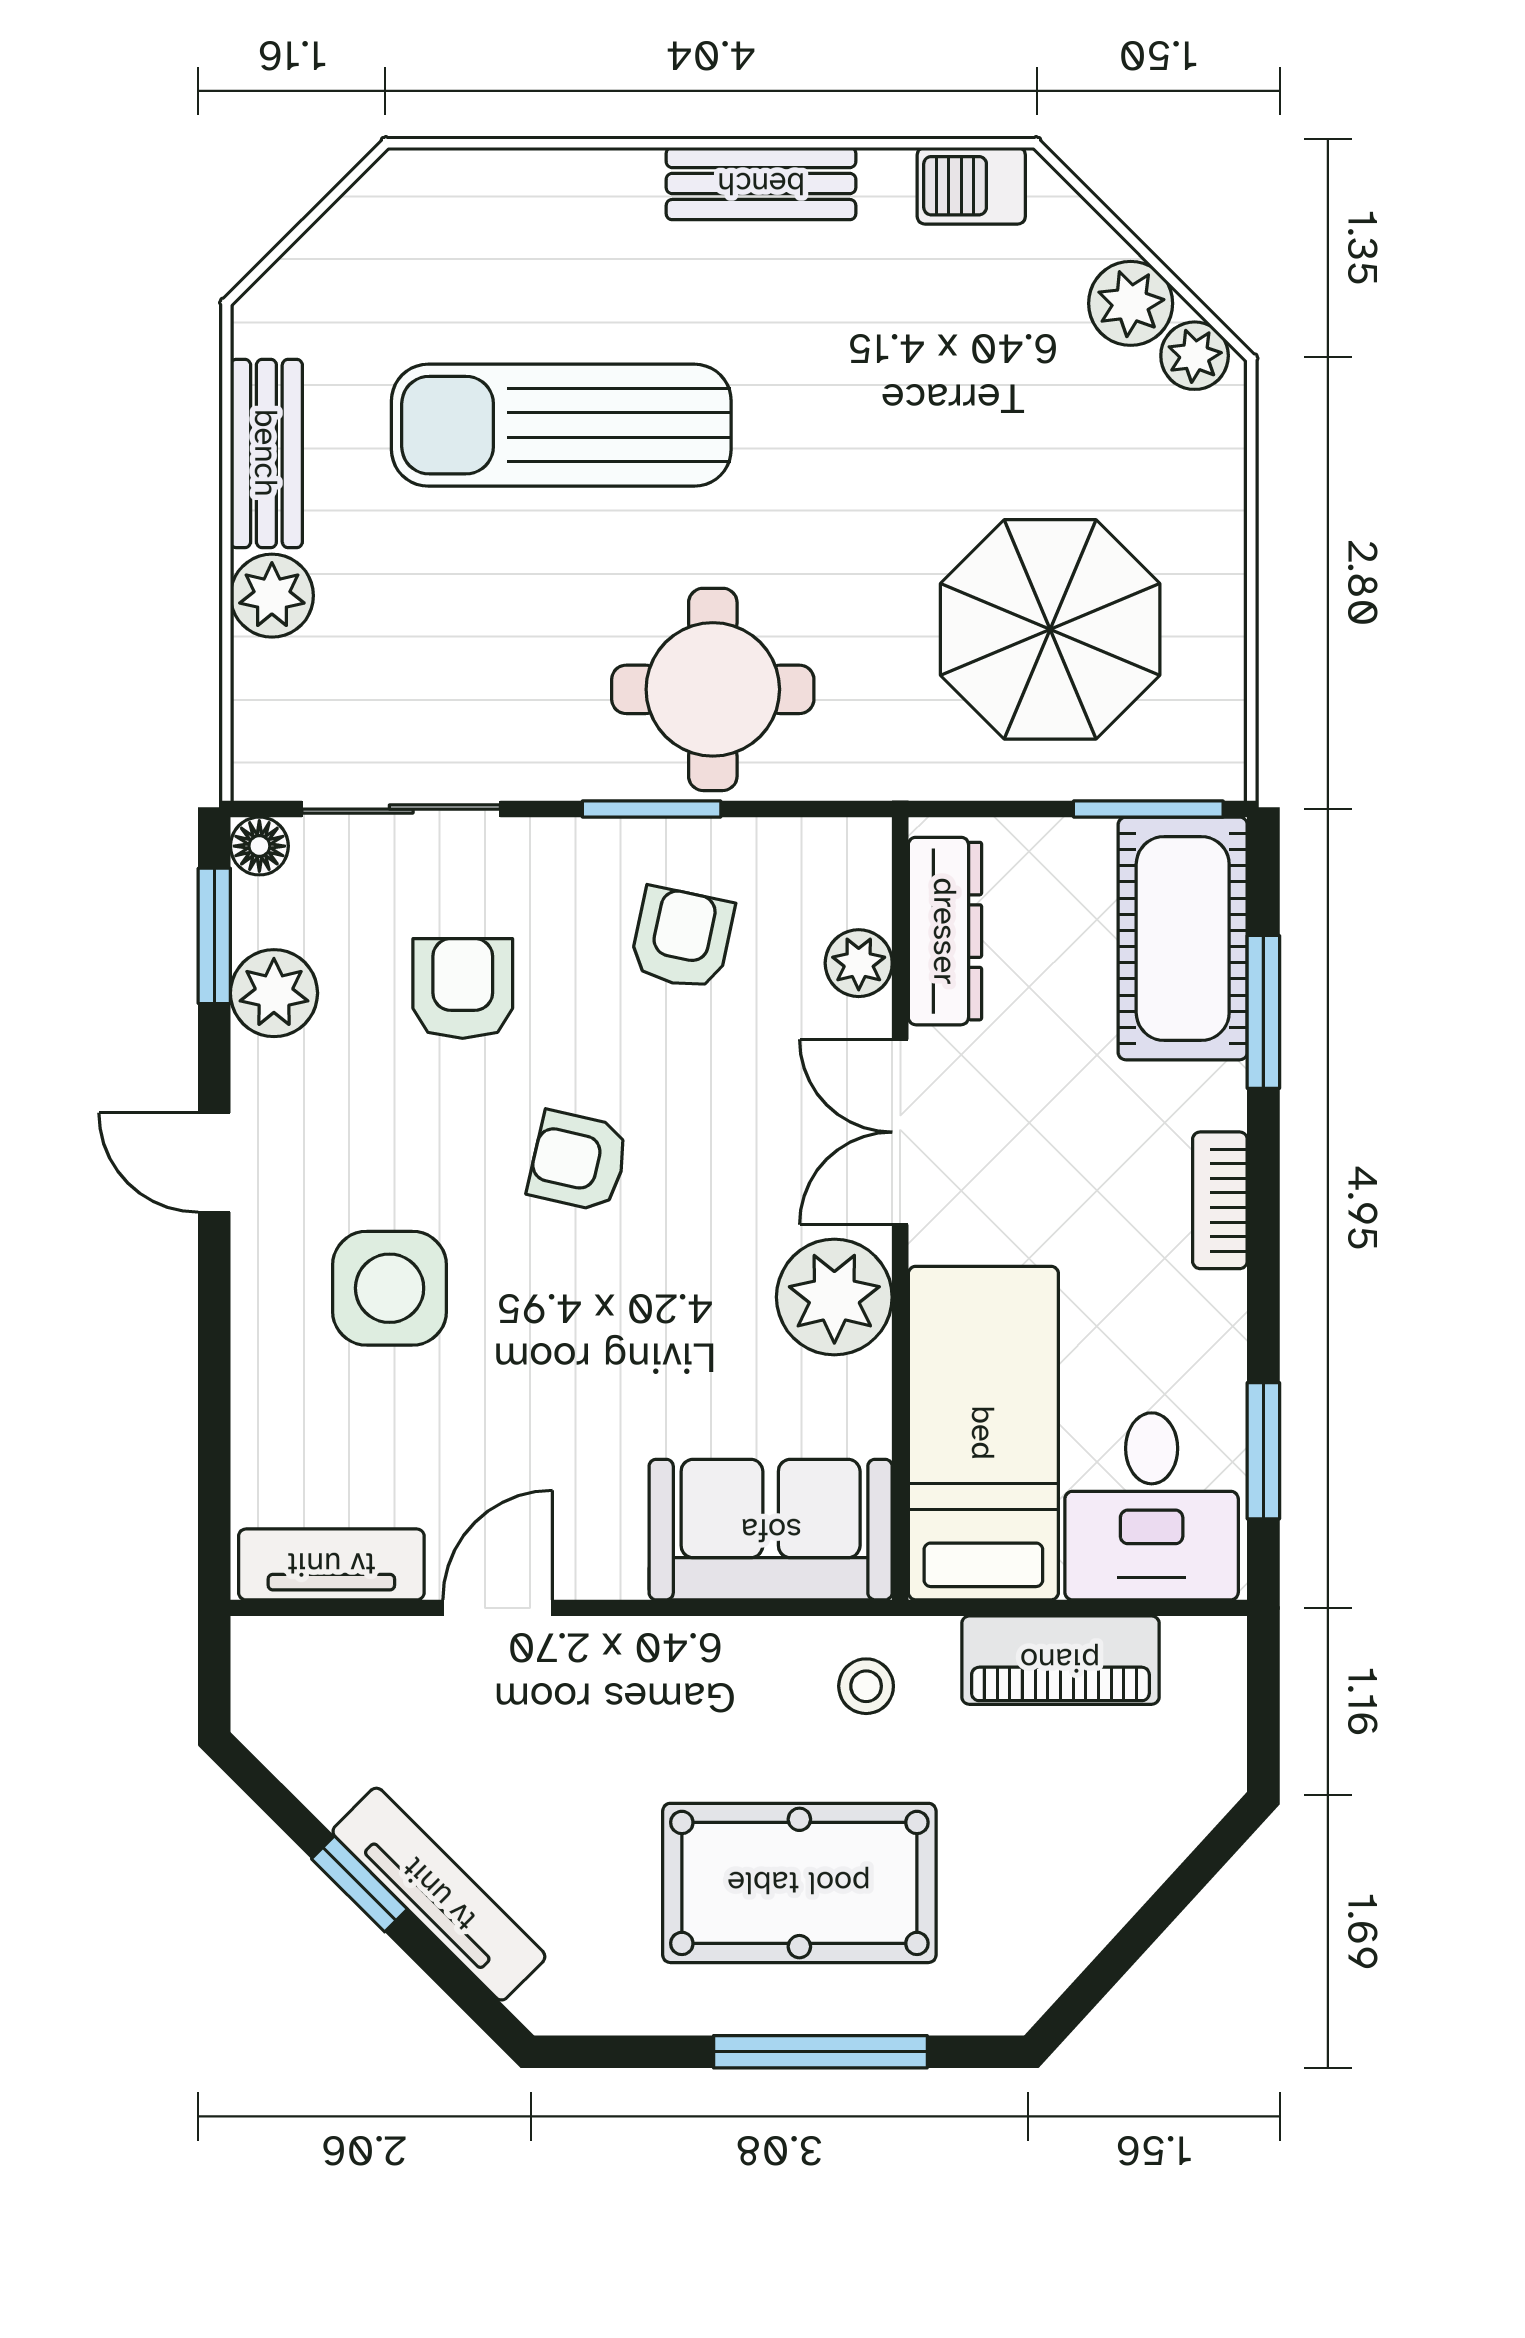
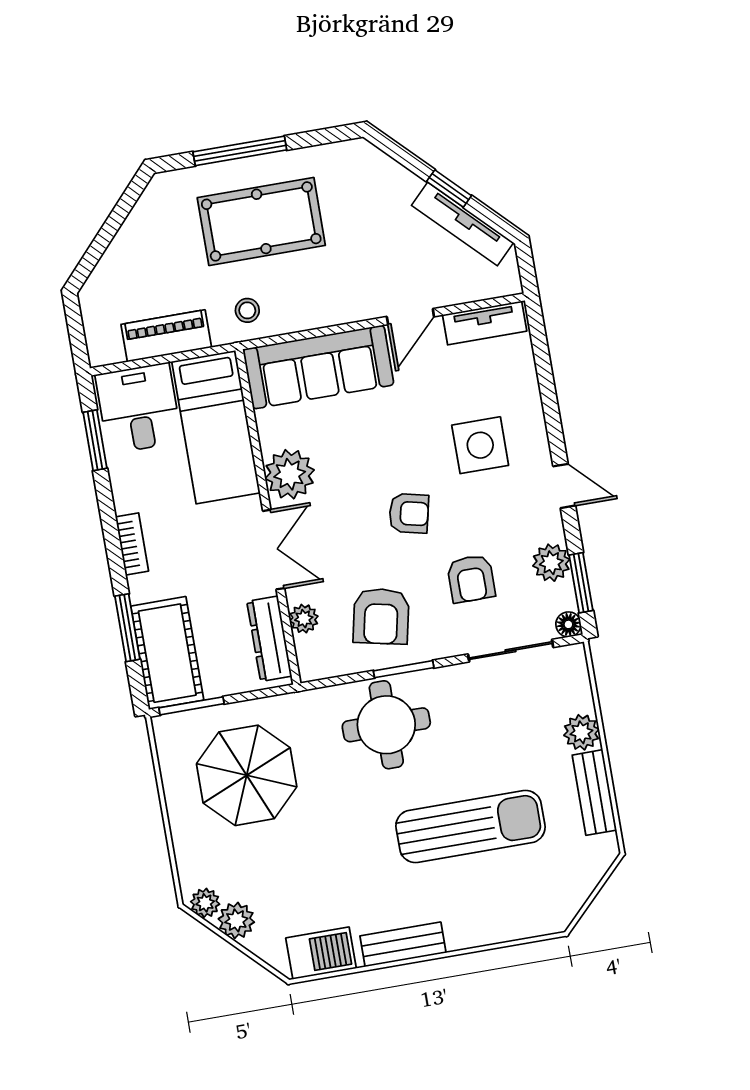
barbecue: (971, 186) -> (321, 953), width x1.38, depth x1.27
armchair: (682, 938) -> (381, 616), width x1.38, depth x1.38
sofa: (771, 1530) -> (318, 367), width x1.36
tv unit: (439, 1894) -> (462, 224), moved

